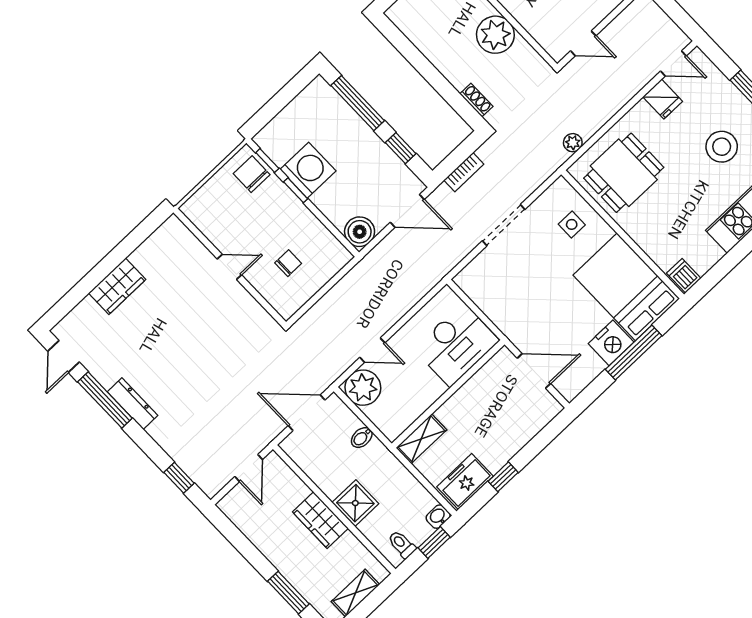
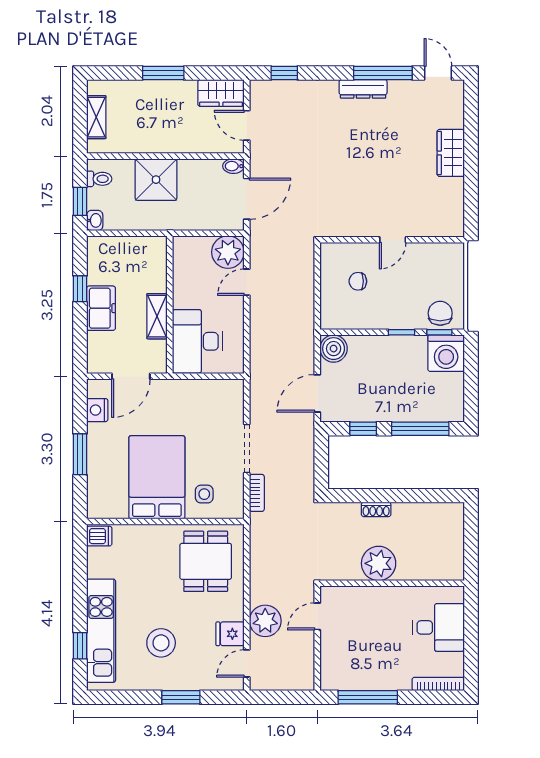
shoe rack: (476, 100) -> (376, 509), moved
plant: (573, 143) -> (265, 621), moved, width x1.87, depth x1.87
washing machine: (308, 170) -> (446, 353), moved
bookcase: (464, 172) -> (257, 493), moved, turned 180
chair: (252, 174) -> (440, 313), turned -90
chair: (288, 263) -> (358, 281), turned 90
bed: (626, 287) -> (157, 477), moved, turned -90
nightstand: (611, 343) -> (97, 410), moved, width x0.74, depth x0.75
window: (634, 353) -> (80, 454), width x0.69
bidet: (362, 437) -> (233, 166), moved, turned -90
shelving: (421, 439) -> (157, 316), moved
freezer: (465, 481) -> (101, 308), moved
shower: (355, 503) -> (156, 180), width x1.36, depth x1.36
wardrobe: (320, 520) -> (221, 93), moved, turned 180
window: (288, 593) -> (163, 73), moved

